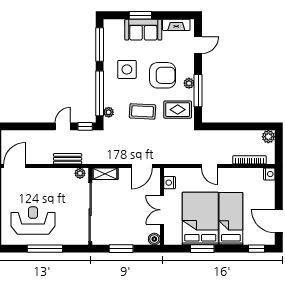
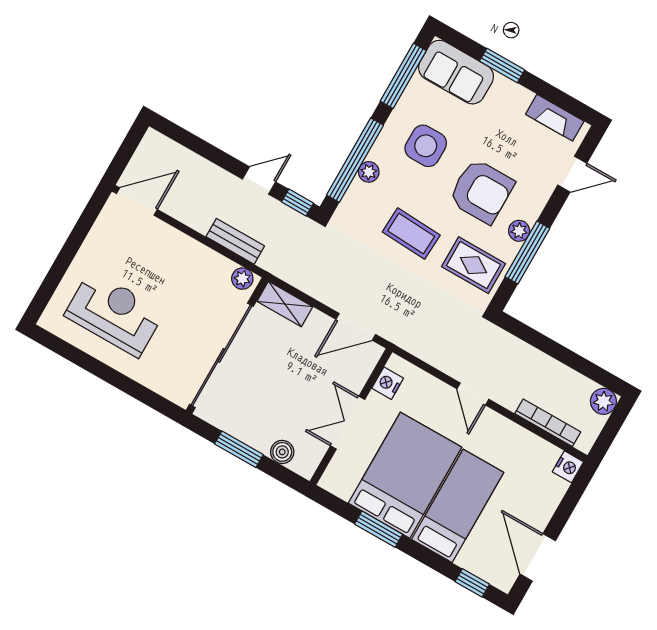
sofa: (143, 30) -> (456, 72), moved
plant: (109, 112) -> (369, 172), moved
boiler: (154, 239) -> (282, 452), moved
window: (45, 249) -> (107, 374), removed

